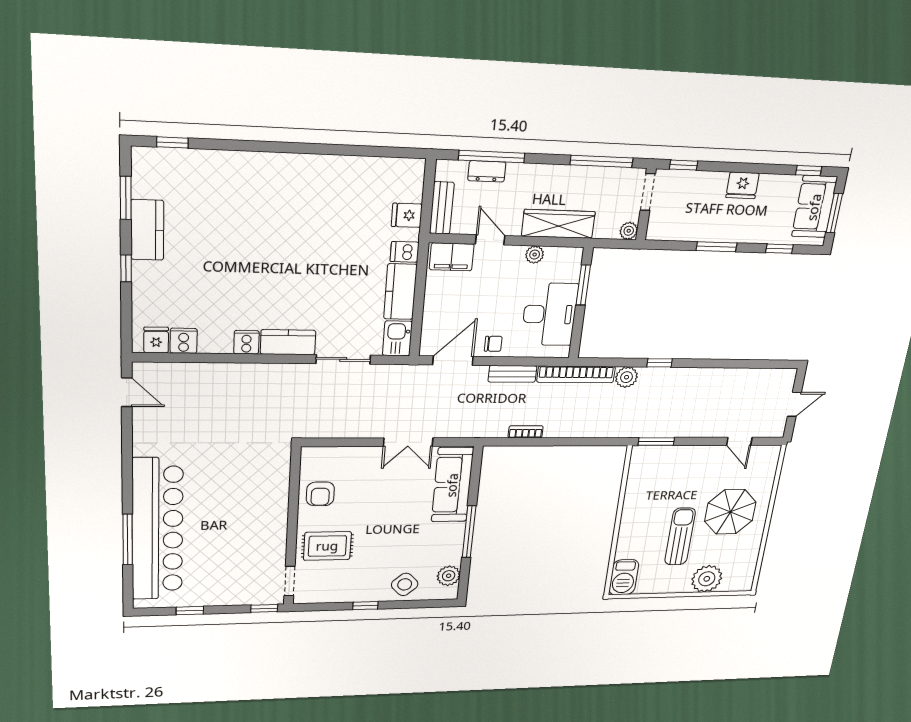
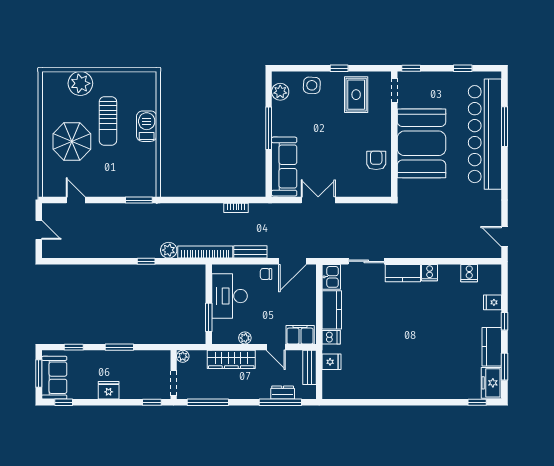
freezer: (148, 173) -> (491, 383), added
fridge: (156, 340) -> (493, 302), moved, turned 90
door: (794, 404) -> (39, 230), swing flipped
booth: (253, 516) -> (421, 143), added
rug: (327, 546) -> (356, 95), moved, turned 90
barbecue: (624, 577) -> (147, 126), moved
side table: (405, 584) -> (312, 85), turned 45

